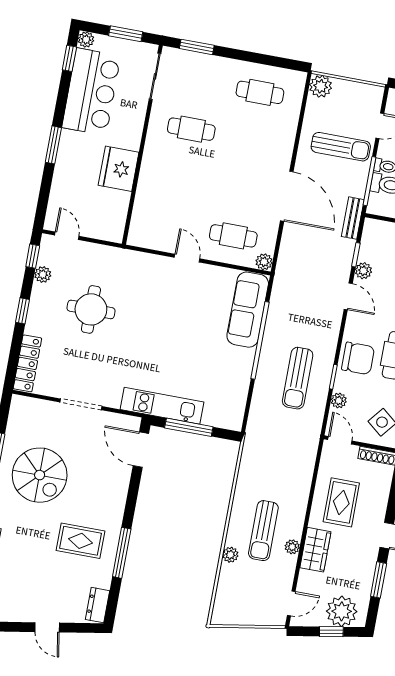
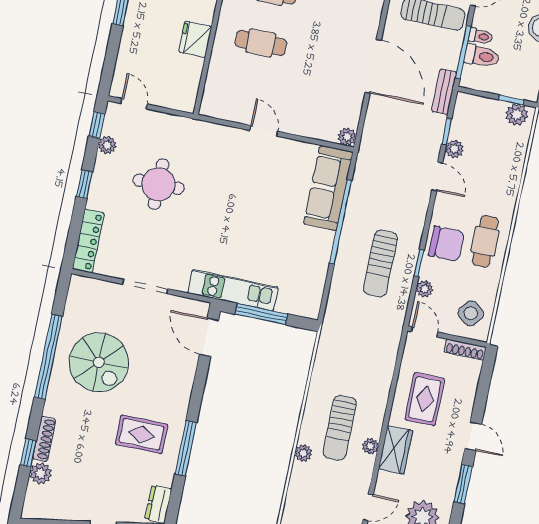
fridge: (119, 169) -> (195, 39), width x0.73, depth x0.75
cafe table: (233, 236) -> (261, 43), moved

